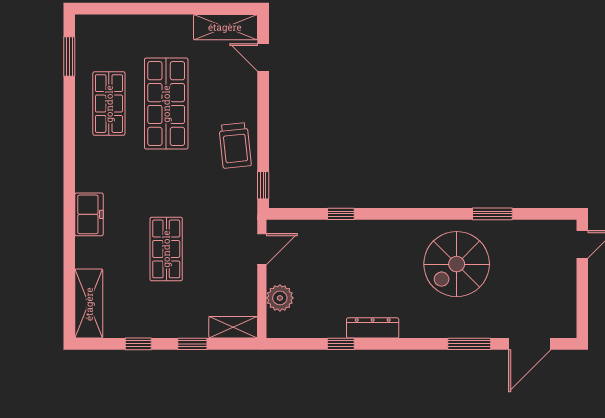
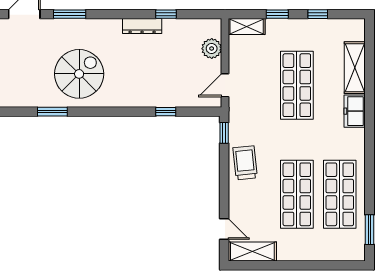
shop shelf: (109, 104) -> (340, 194), width x1.43, depth x1.36
shop shelf: (166, 249) -> (297, 85), width x1.43, depth x1.36
shelving: (89, 304) -> (355, 68), moved

